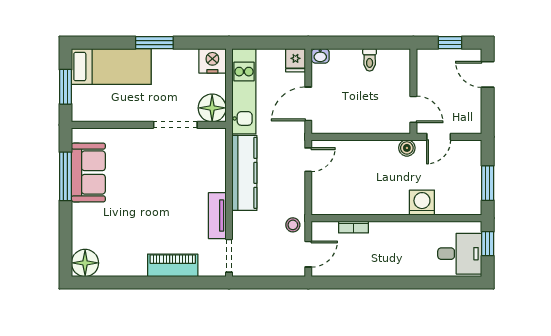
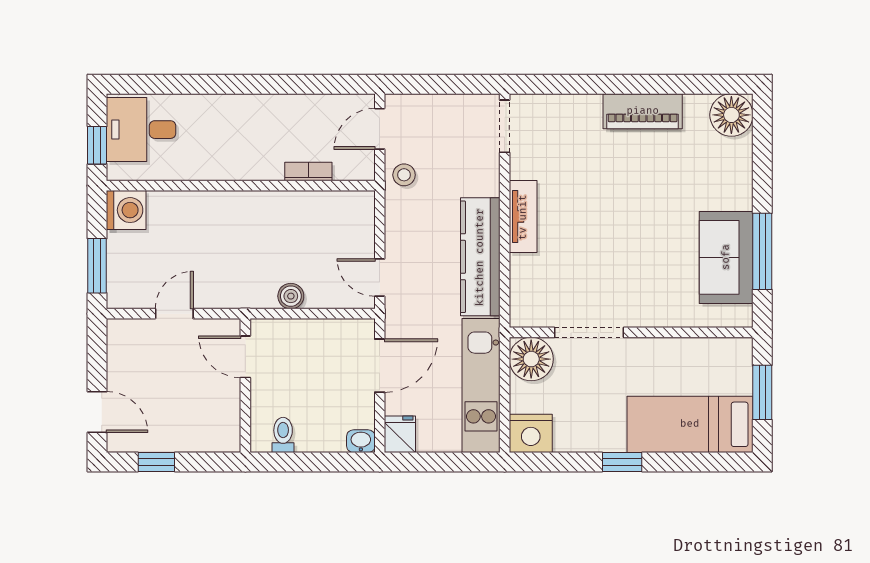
window: (154, 43) -> (622, 462), width x0.67
wall: (413, 91) -> (245, 385), moved
door: (413, 109) -> (245, 357), moved
boiler: (407, 148) -> (291, 296), moved
door: (308, 160) -> (380, 278), hinge flipped
window: (488, 183) -> (97, 266), moved
washing machine: (422, 203) -> (126, 210), moved, turned -90
tv unit: (217, 216) -> (523, 217), moved
piano: (173, 265) -> (643, 111), moved

